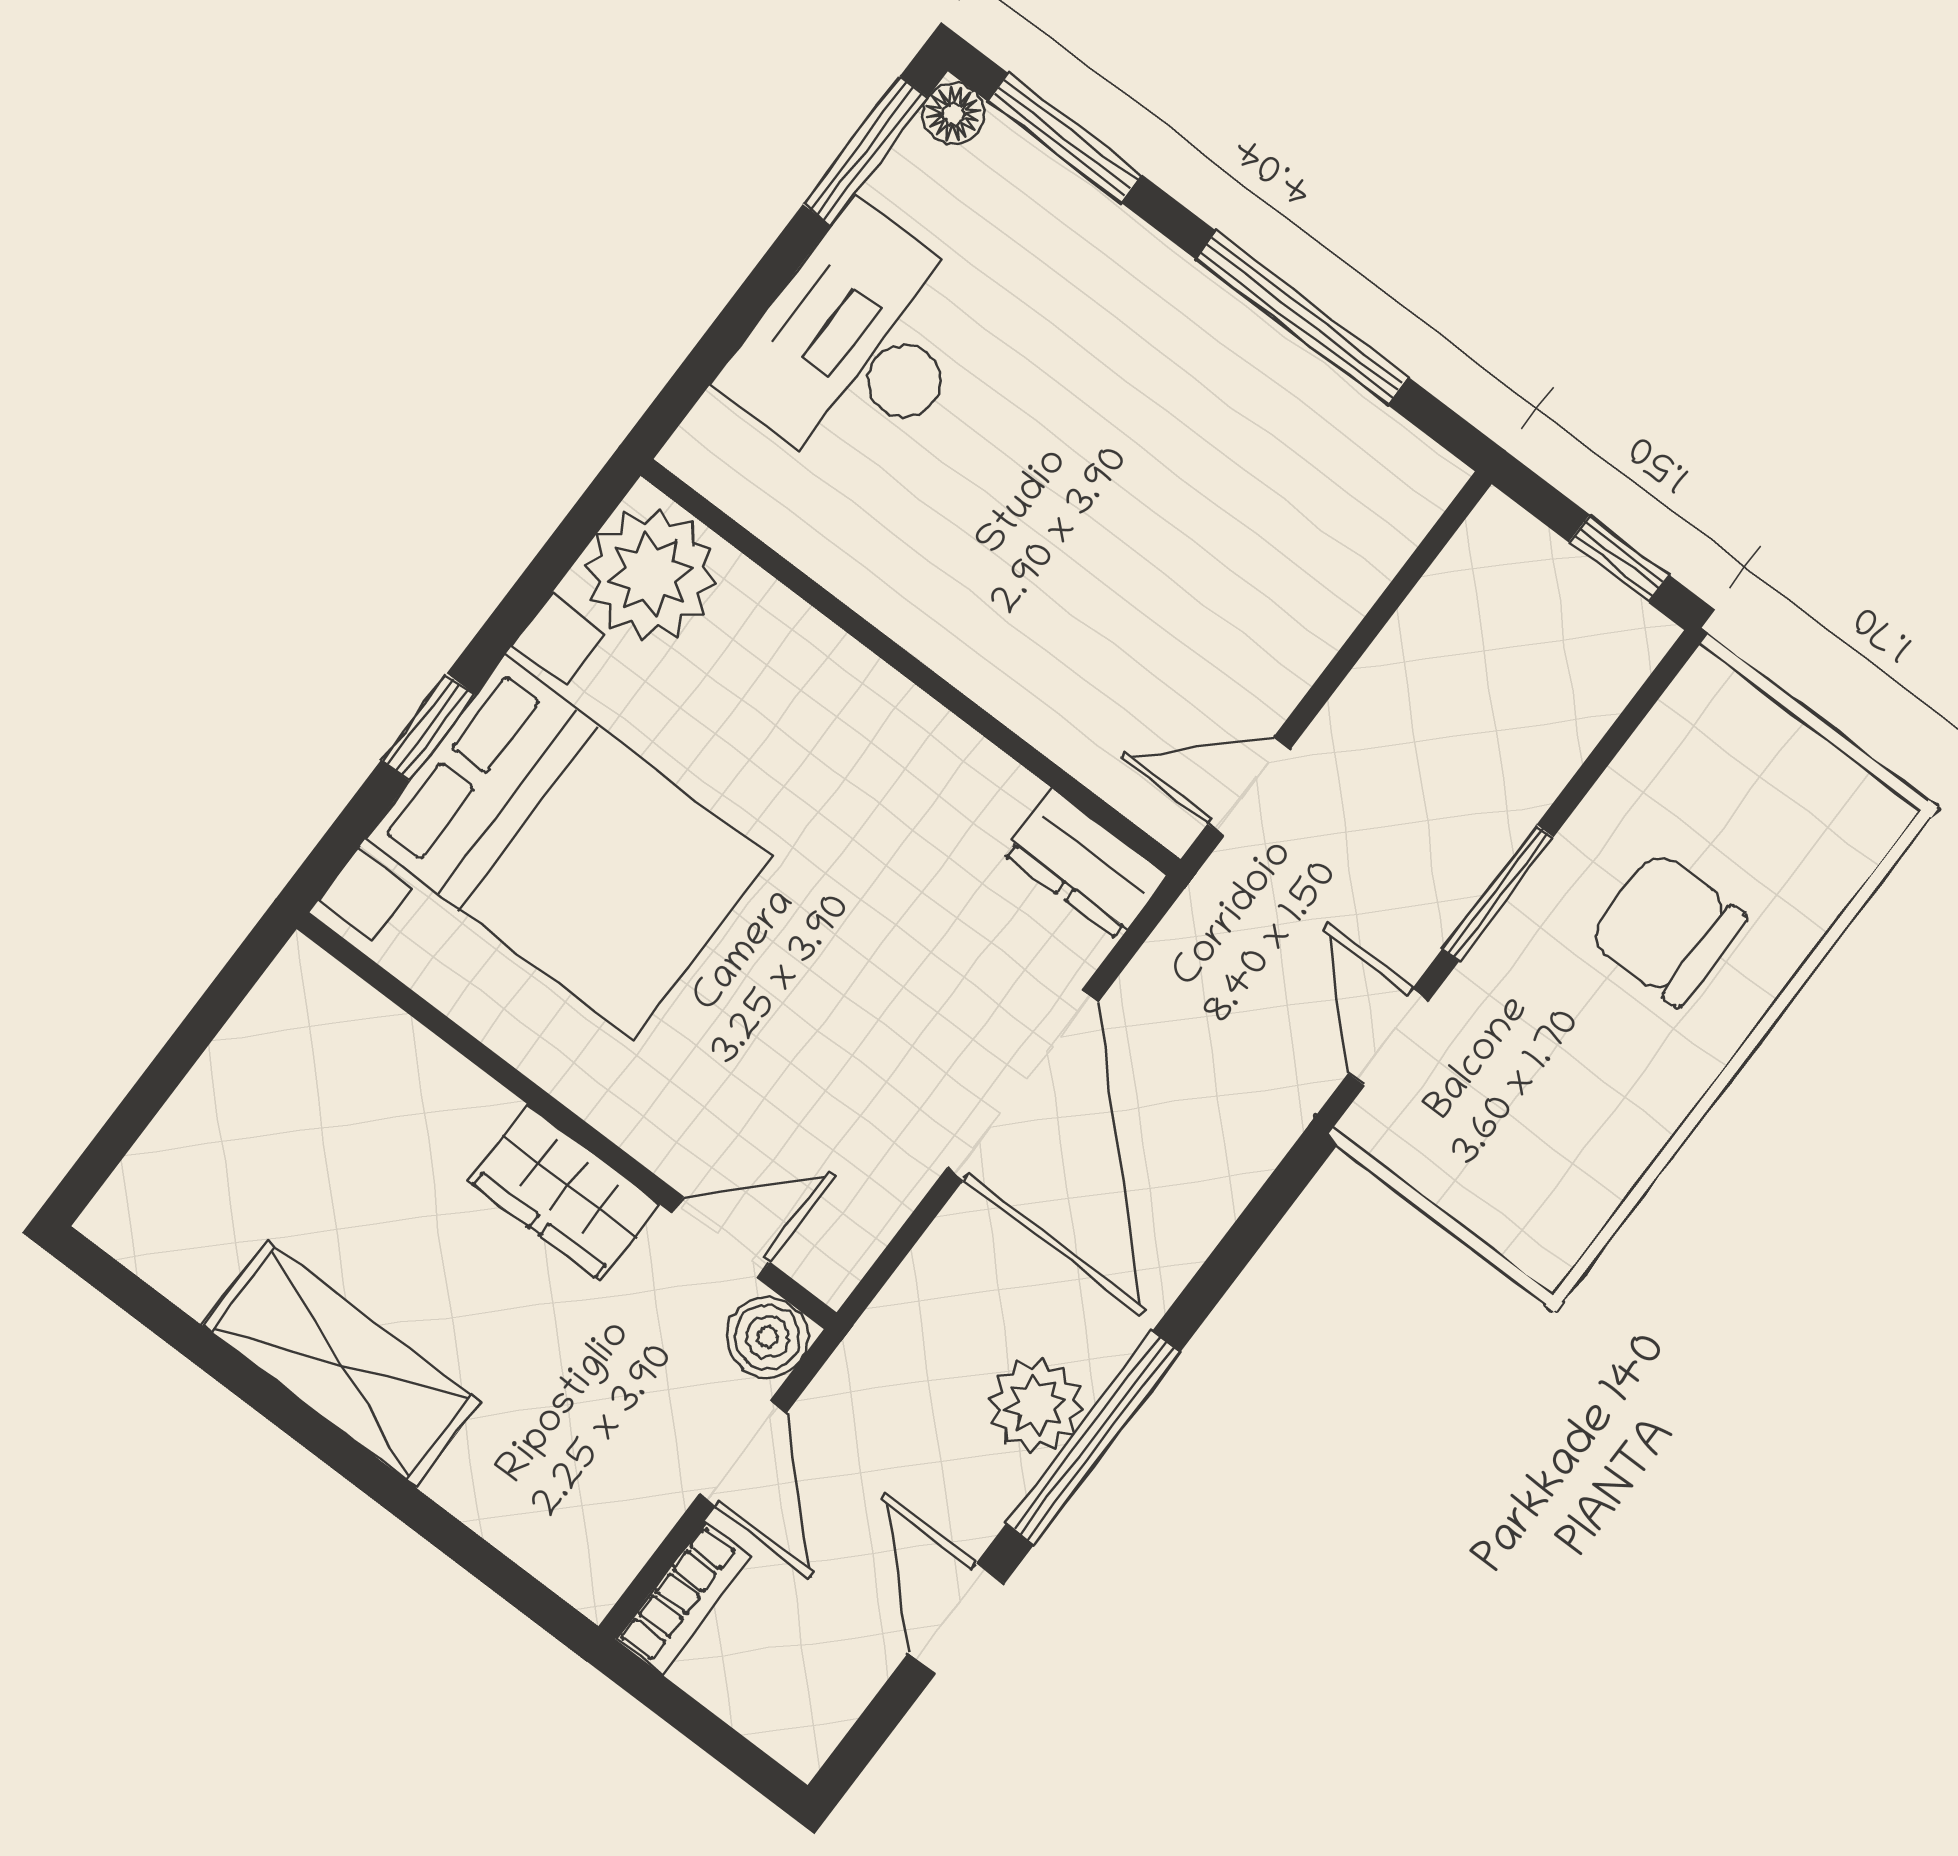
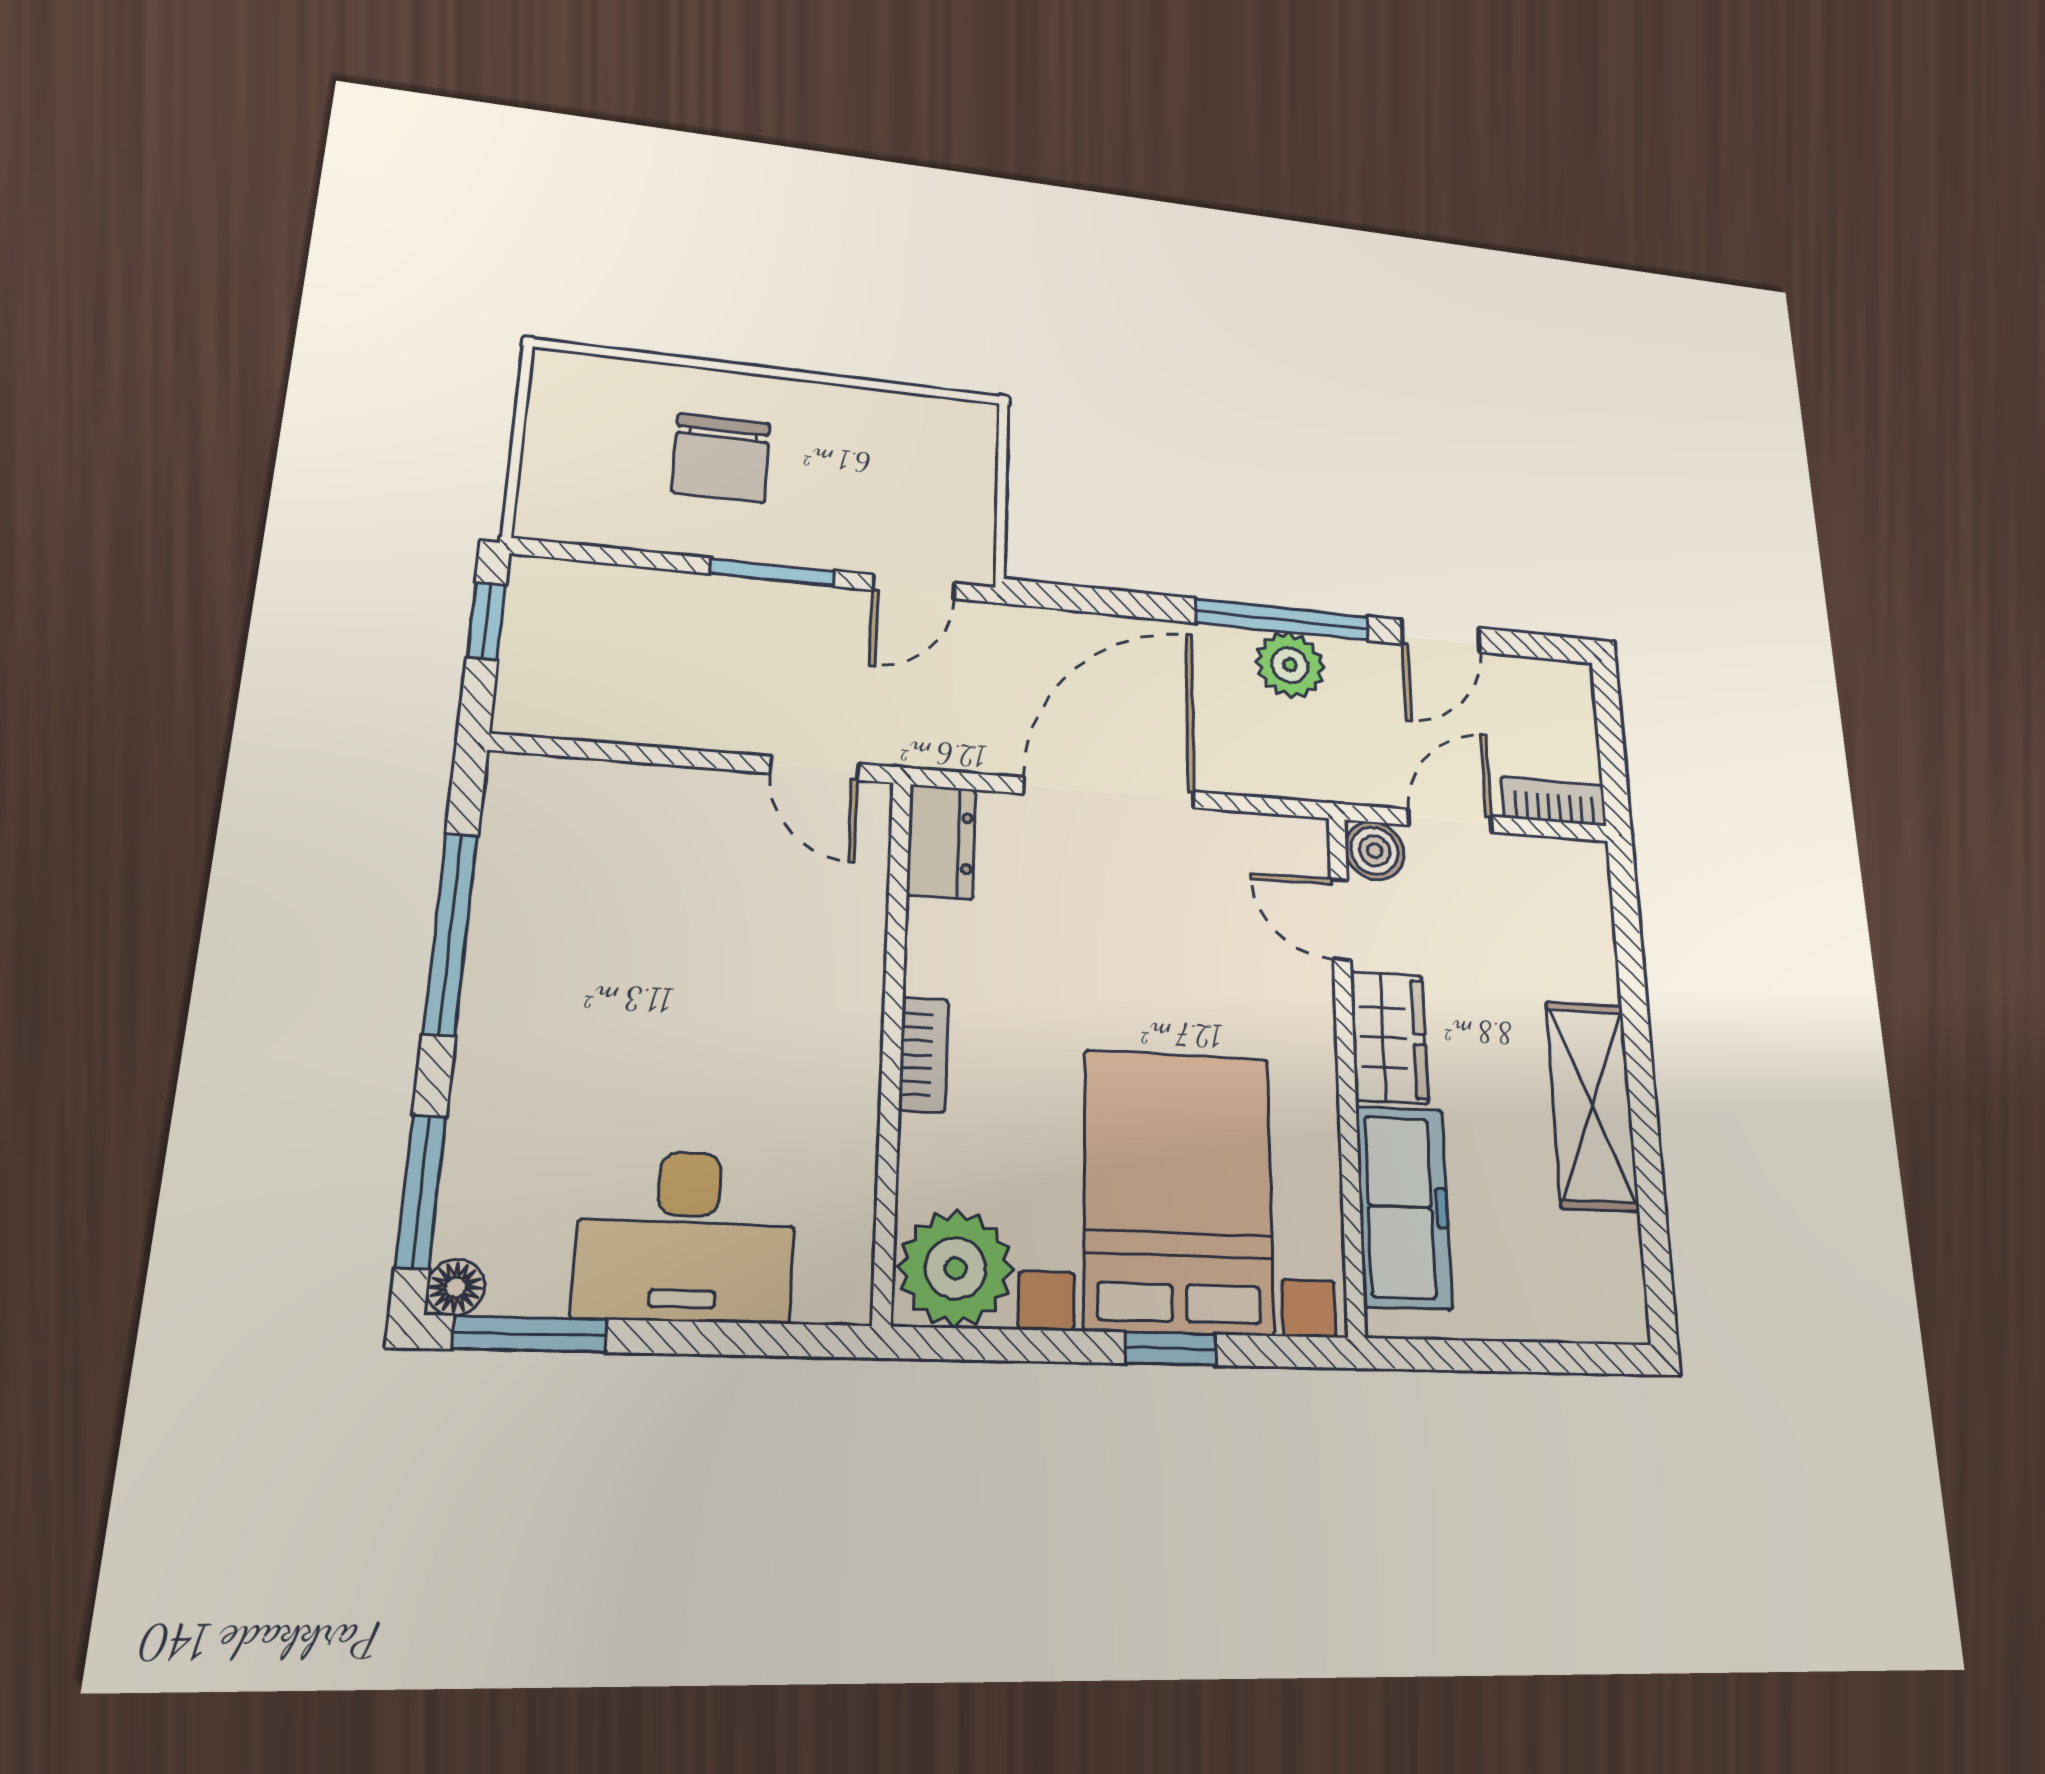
bookcase: (877, 690) -> (924, 1055), added
freezer: (389, 1070) -> (1404, 1207), added

